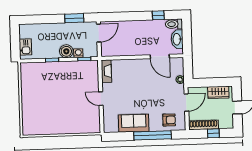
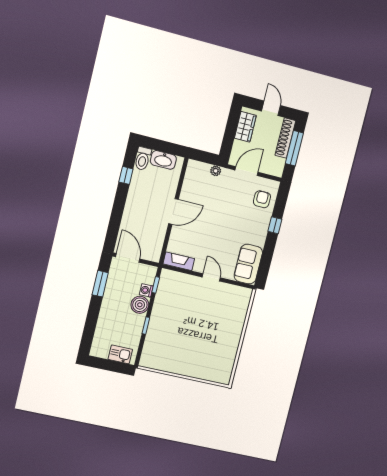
door: (160, 56) -> (174, 212), moved
door: (101, 99) -> (211, 277), swing flipped
door: (186, 102) -> (247, 171), hinge flipped
sofa: (134, 123) -> (248, 264), moved
shoe rack: (203, 125) -> (285, 138), moved
window: (213, 133) -> (294, 148), width x2.17
window: (153, 135) -> (275, 225), width x0.32

